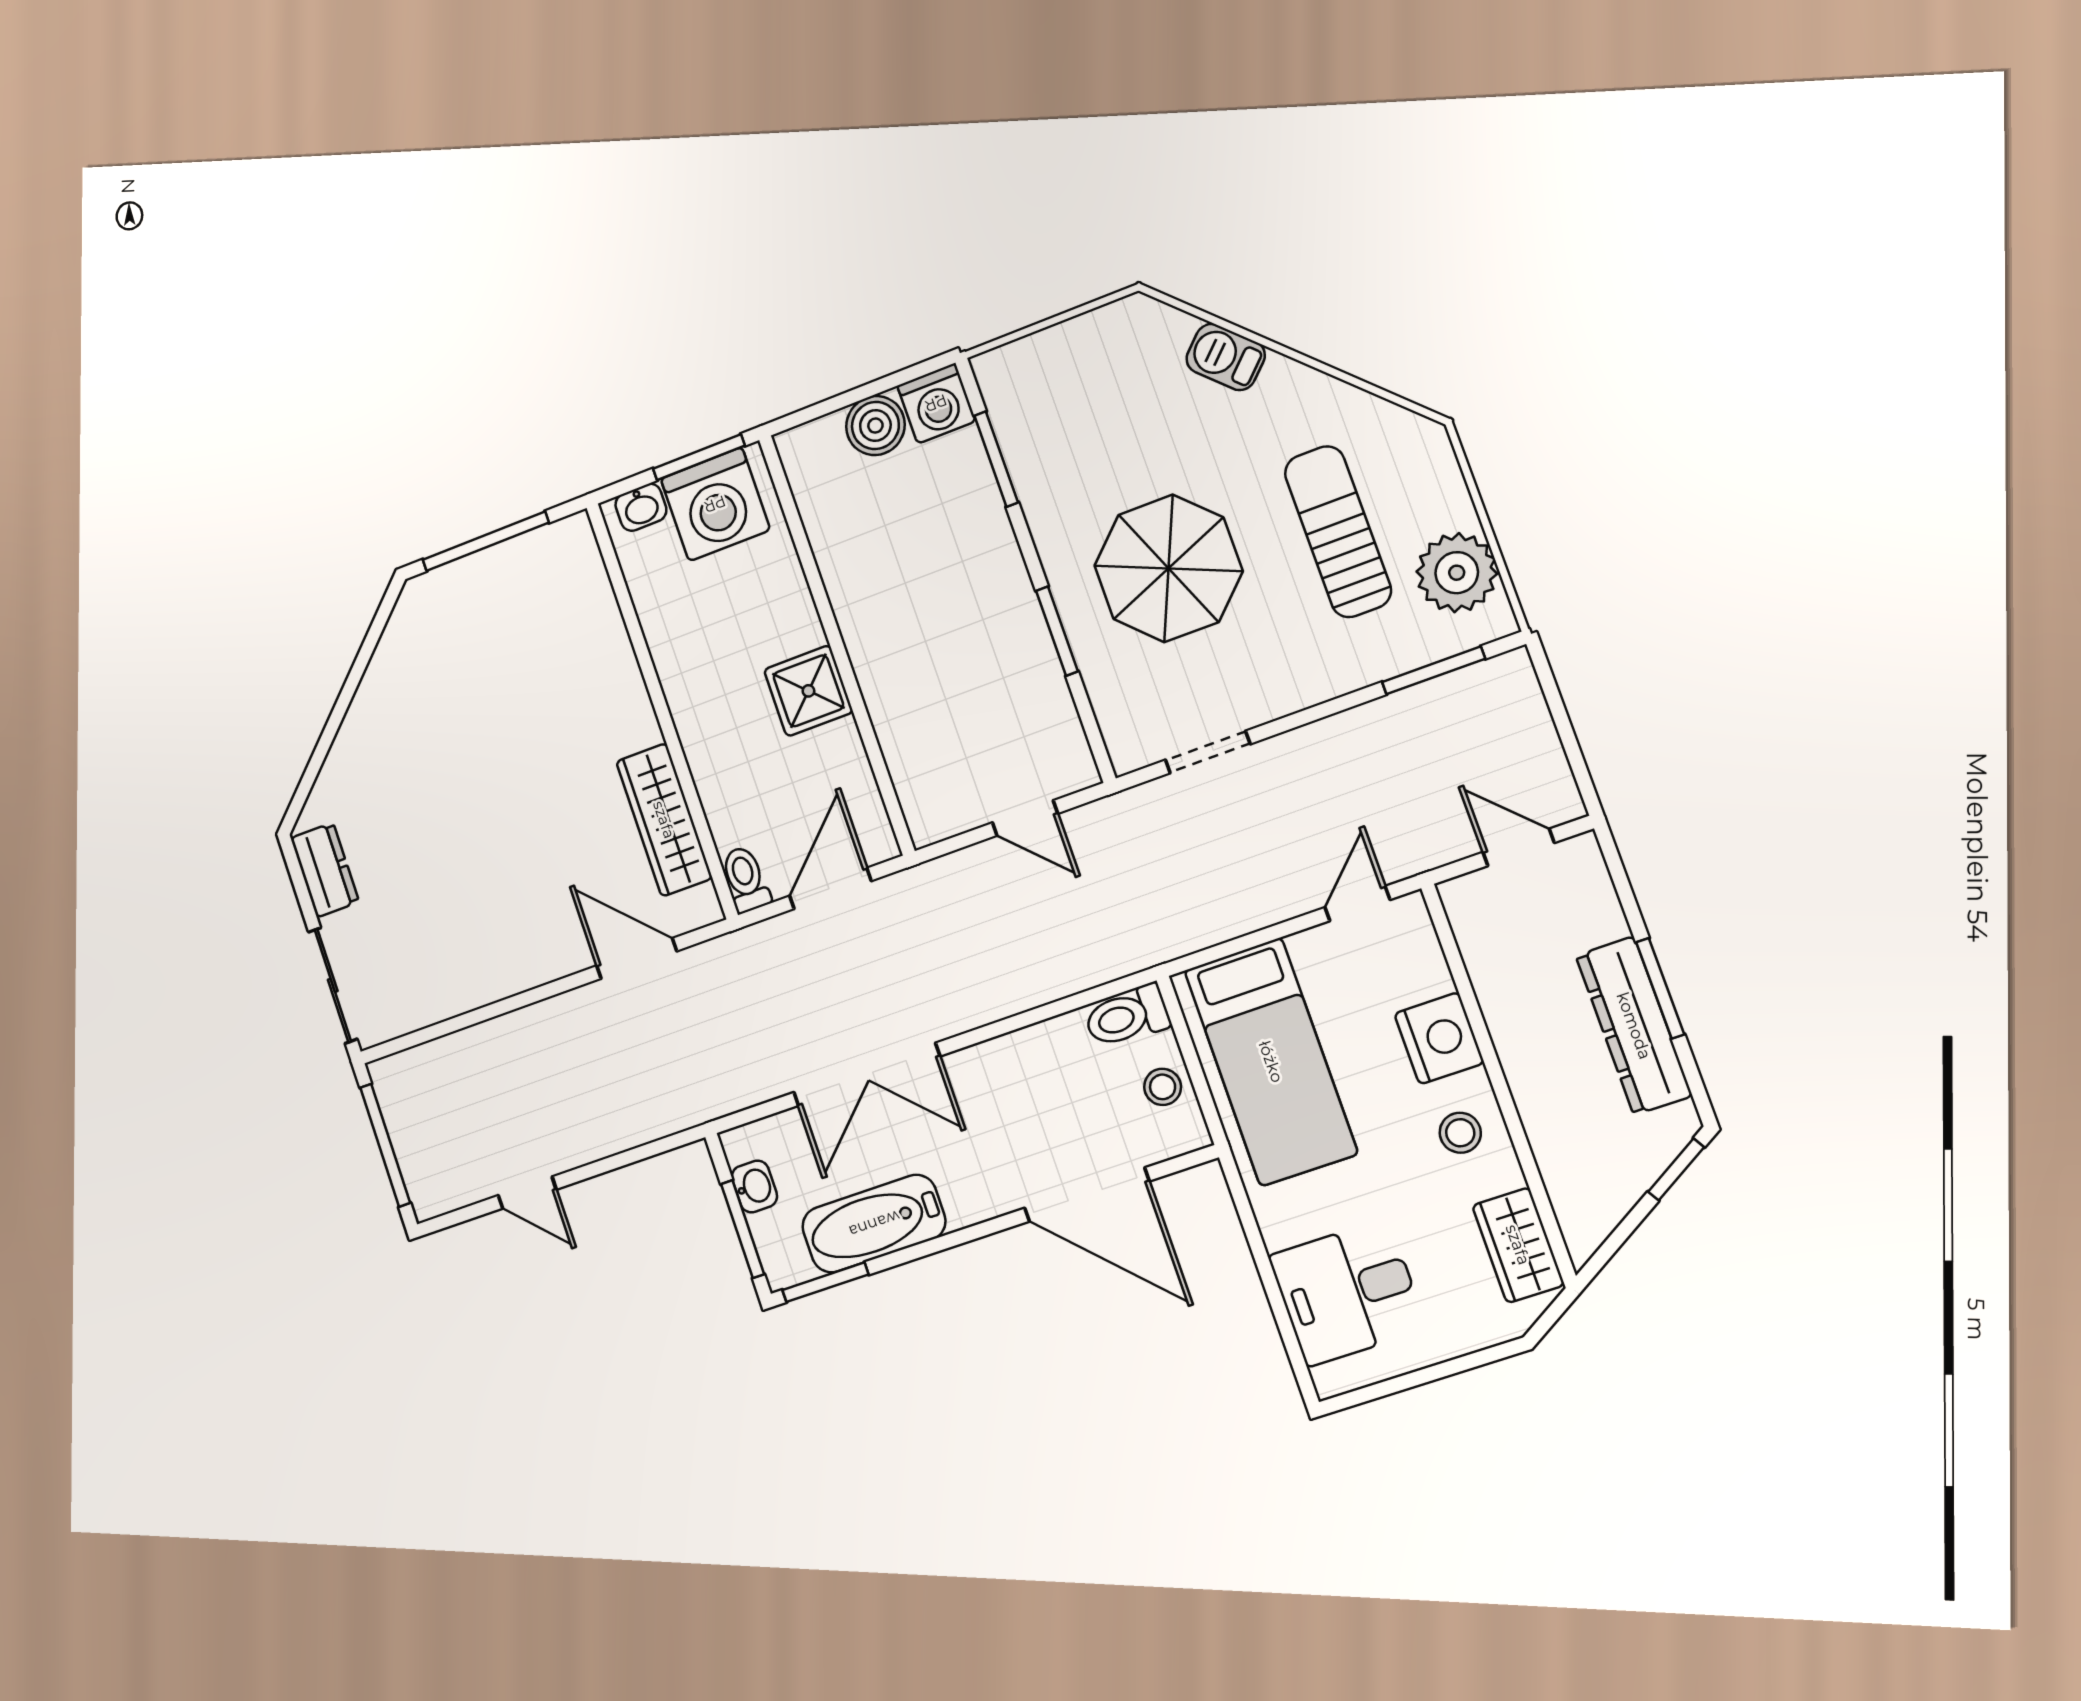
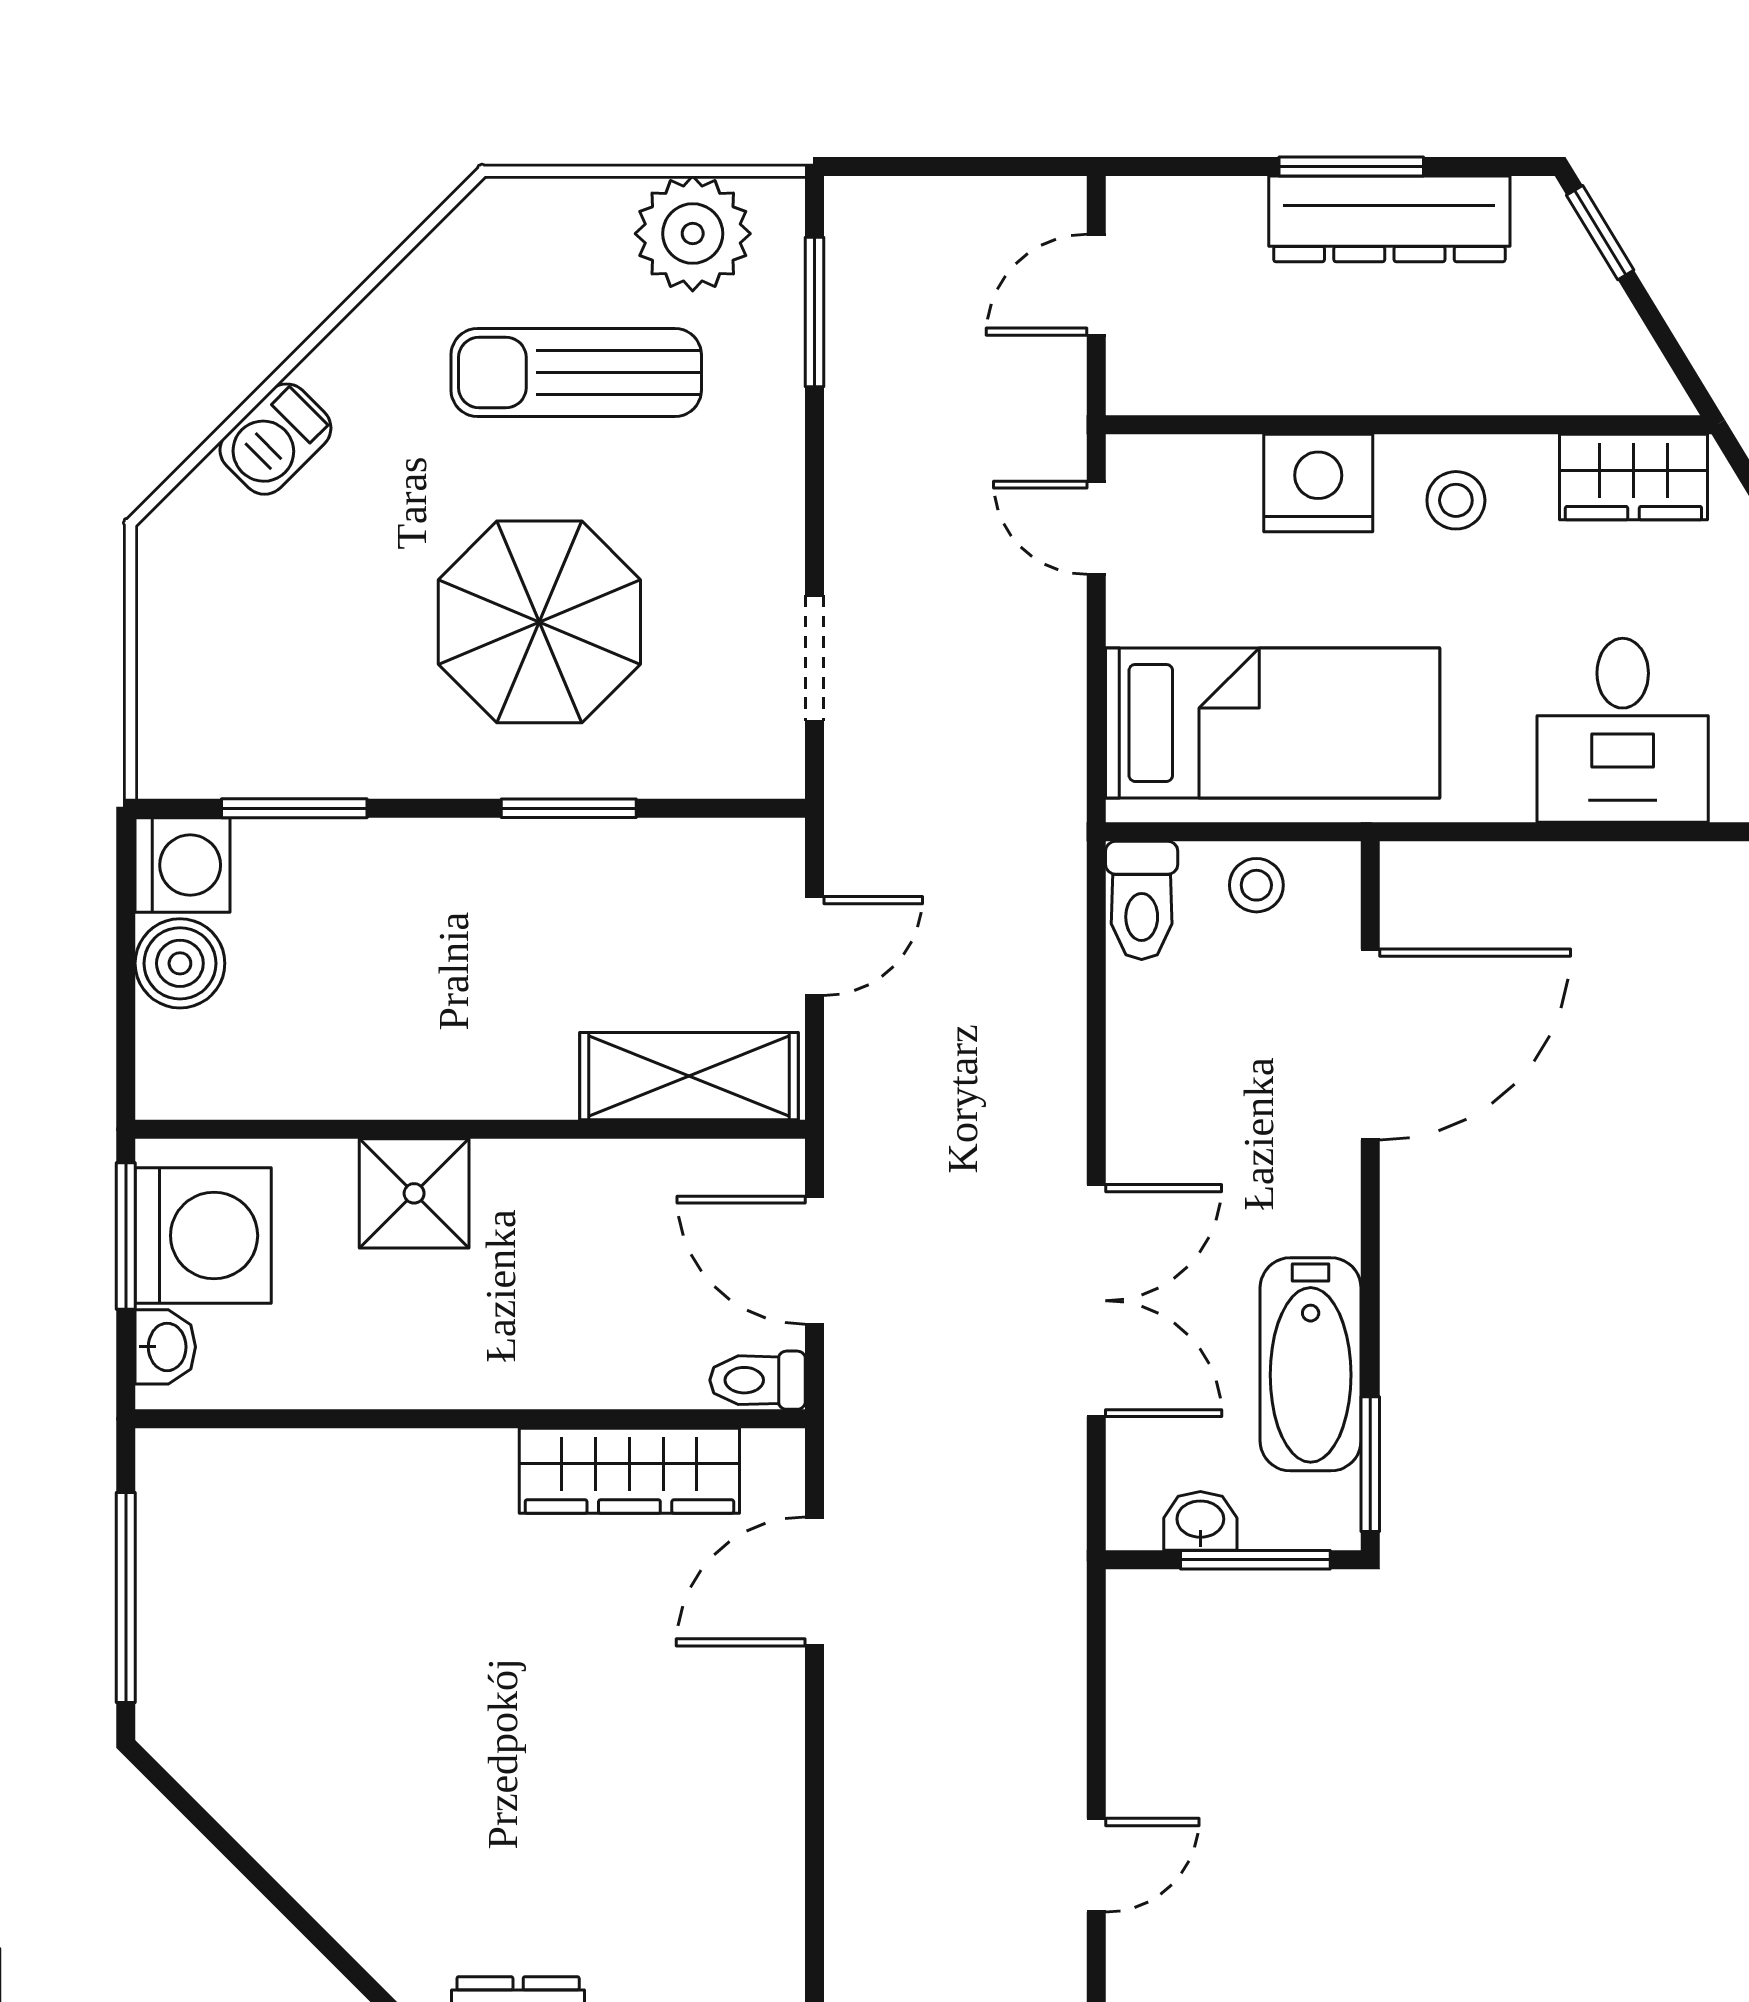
shower: (808, 691) -> (414, 1193), moved
shelving: (916, 768) -> (689, 1076), added

